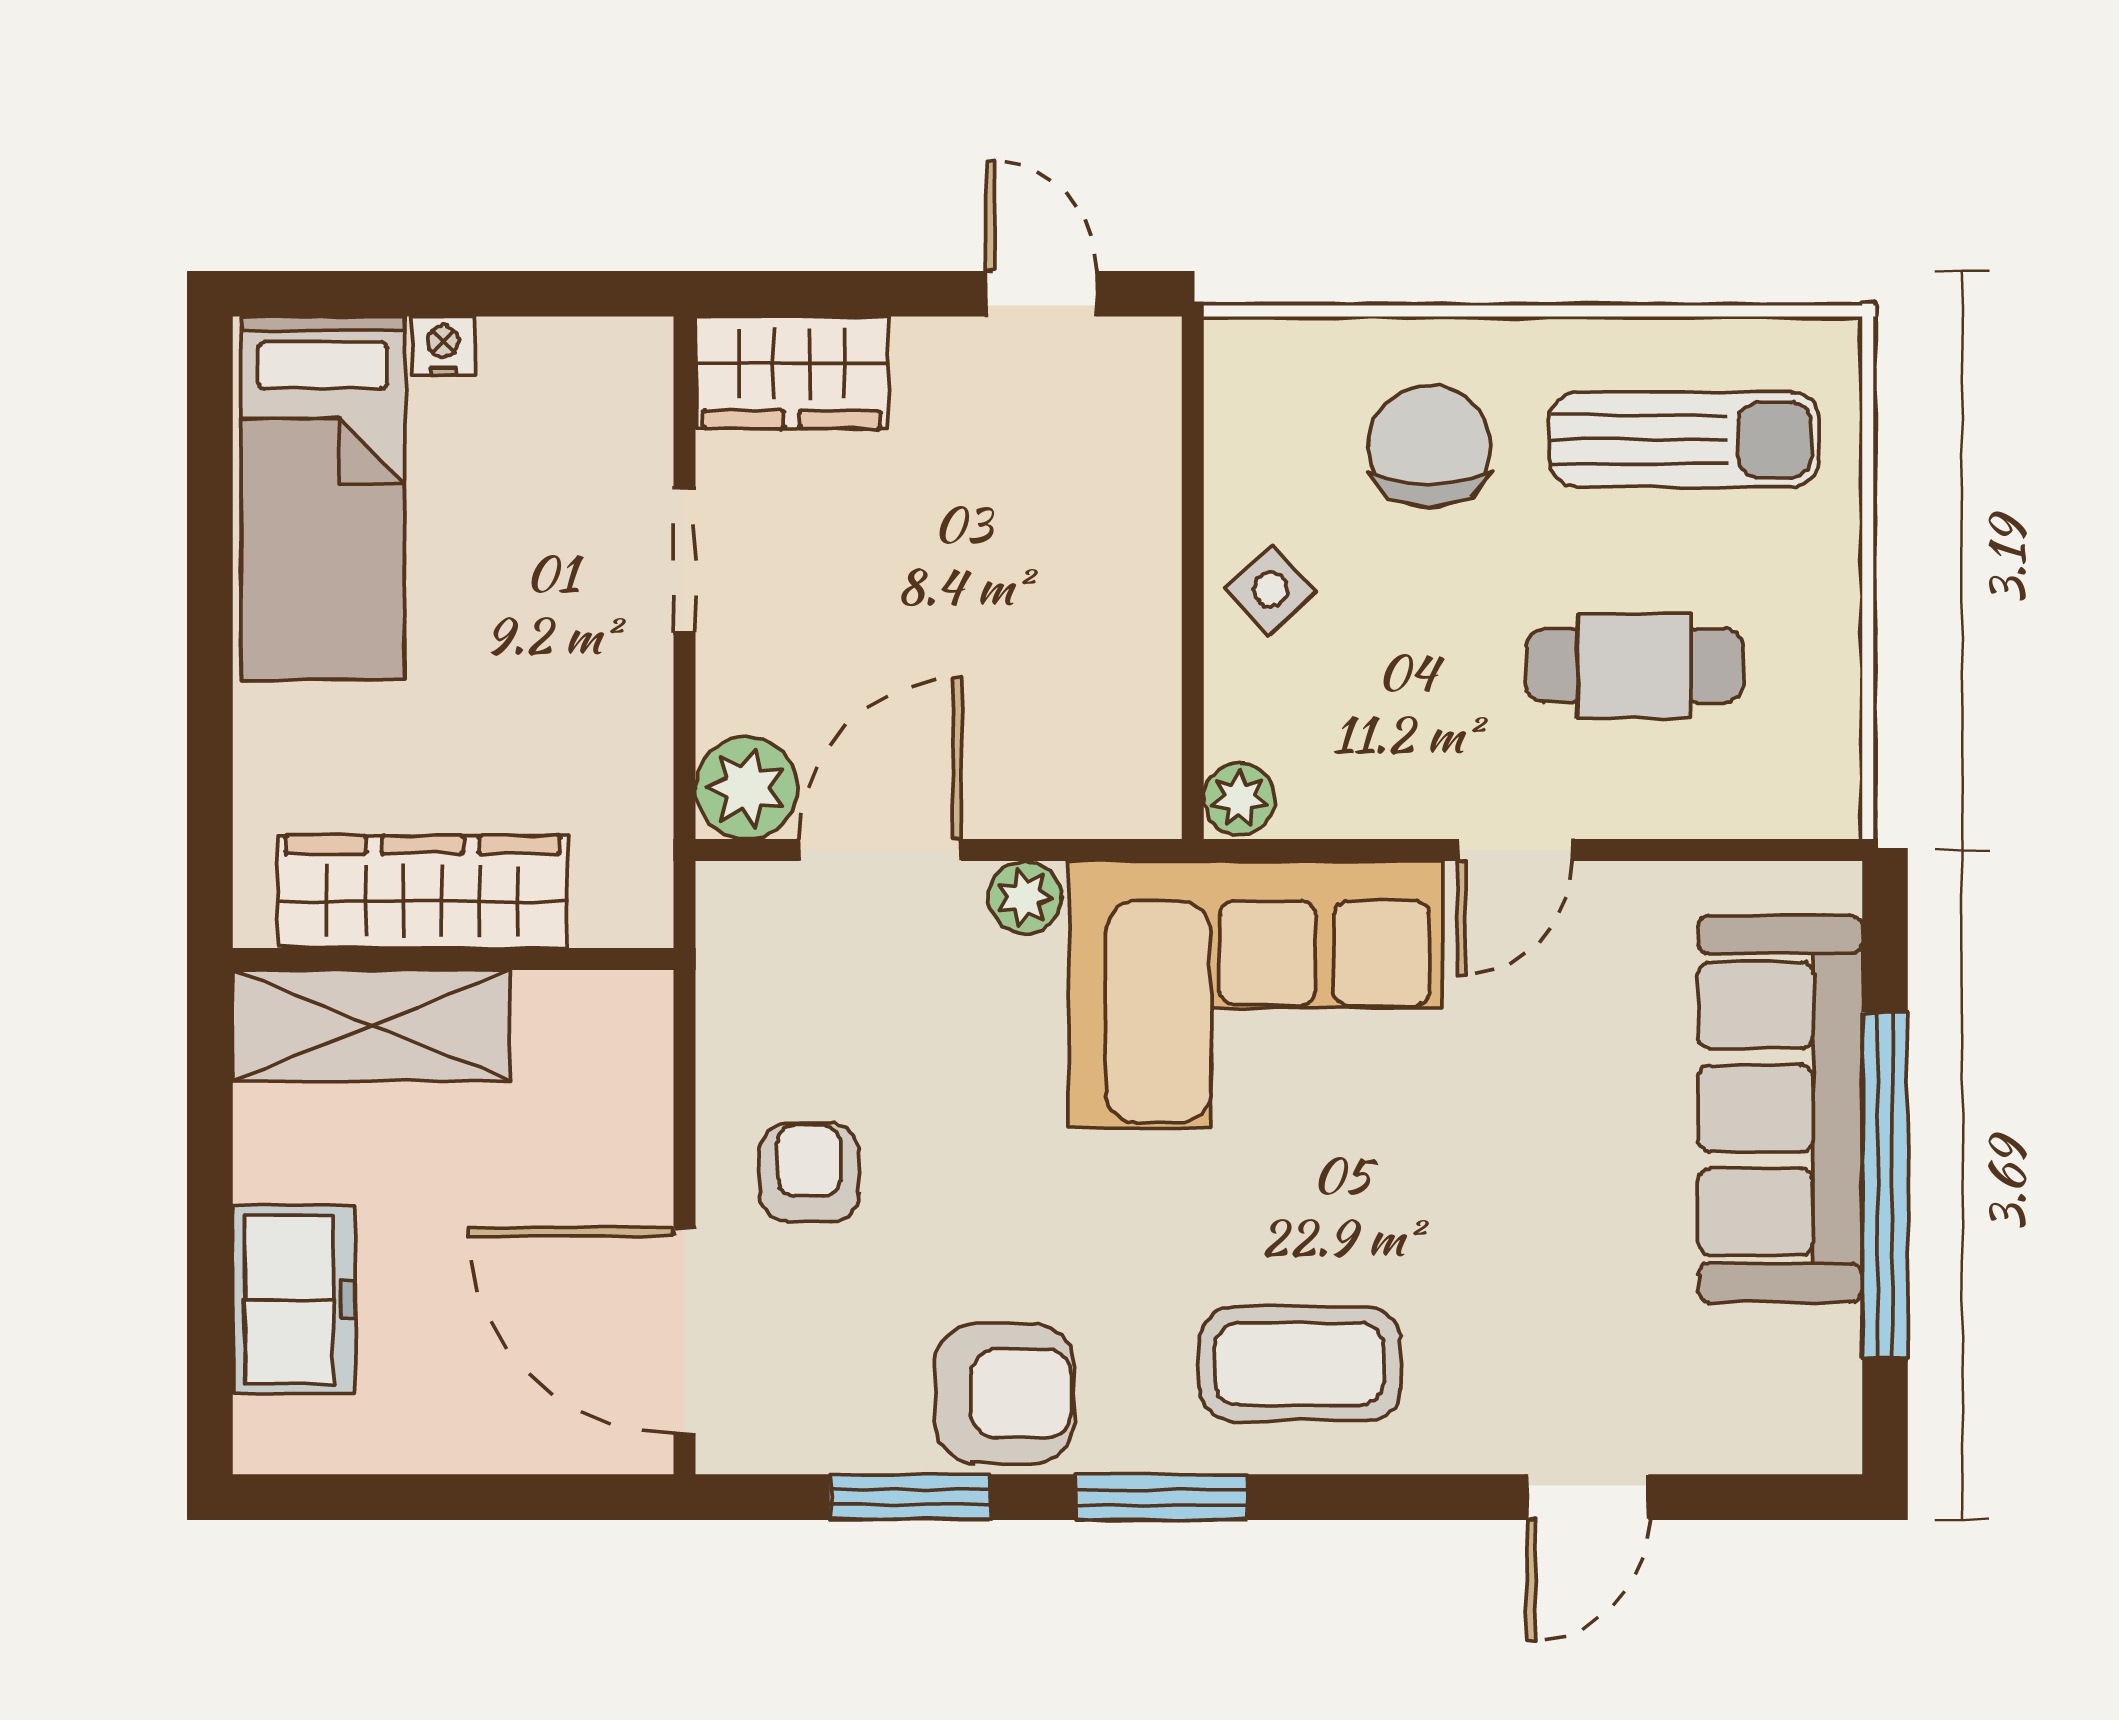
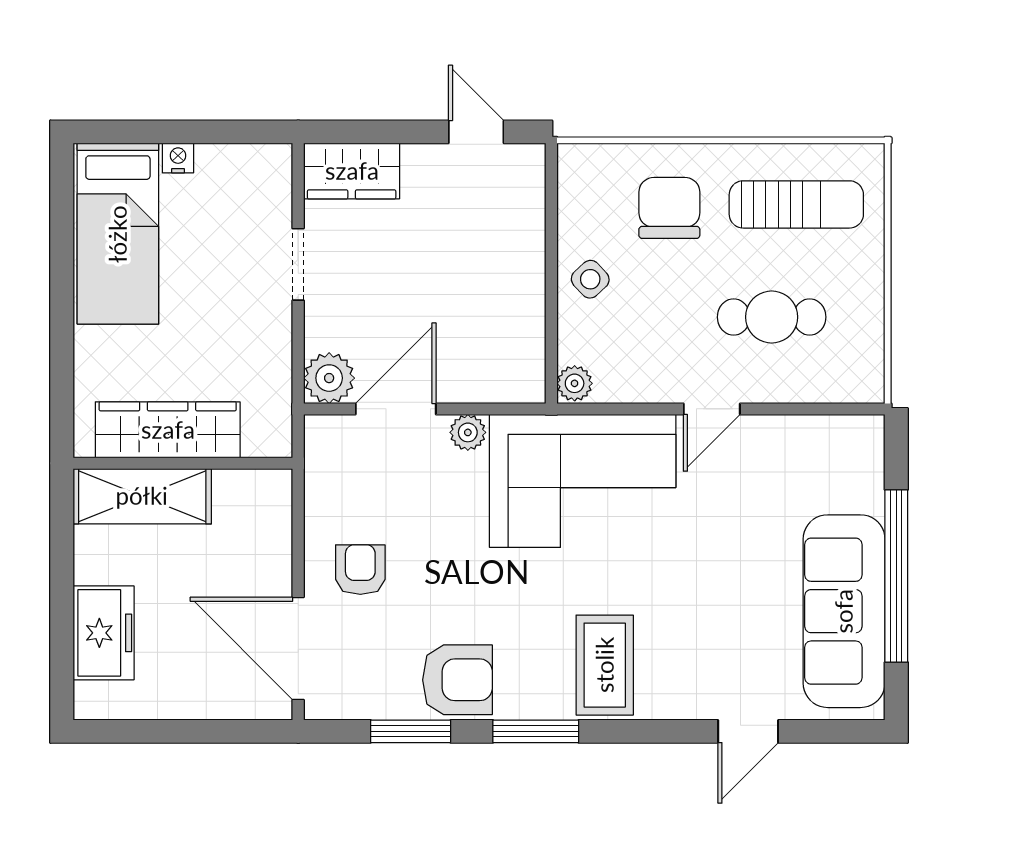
sofa: (1780, 1109) -> (844, 611), moved
coffee table: (1300, 1364) -> (605, 665), turned 90

